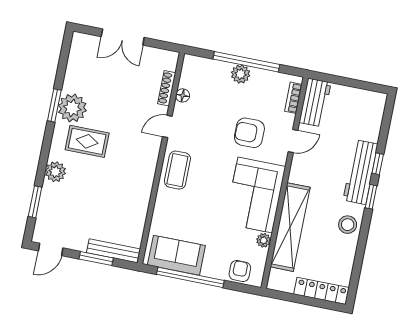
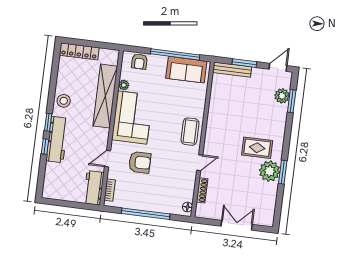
plant: (241, 74) -> (149, 205), removed
floor lamp: (183, 95) -> (187, 207), moved
plant: (55, 172) -> (282, 96), moved

